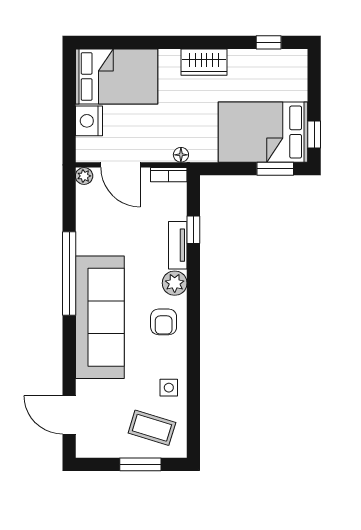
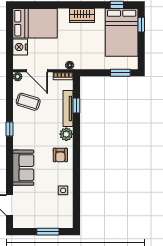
bed: (263, 132) -> (122, 32), moved, turned -90
window: (314, 134) -> (141, 25), moved
tv unit: (178, 245) -> (68, 109), width x1.41
window: (69, 274) -> (10, 129), width x0.32
sofa: (100, 317) -> (23, 168), width x0.54, depth x0.79
coffee table: (152, 428) -> (28, 102), moved

